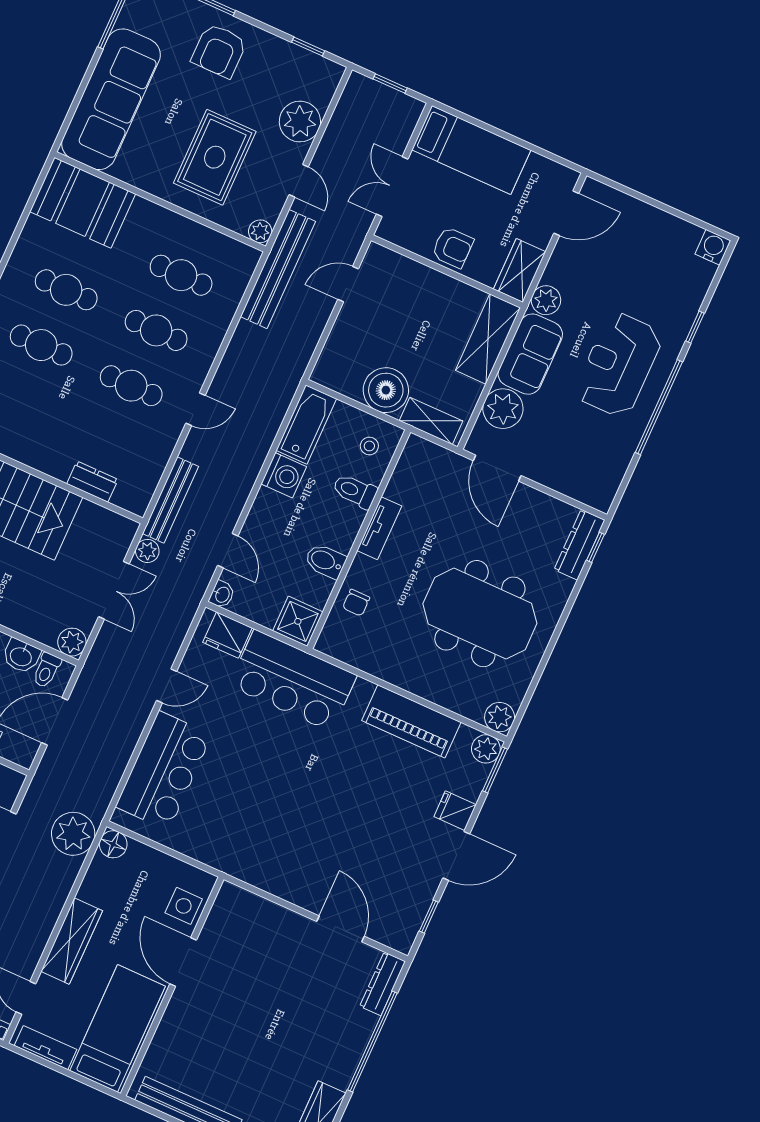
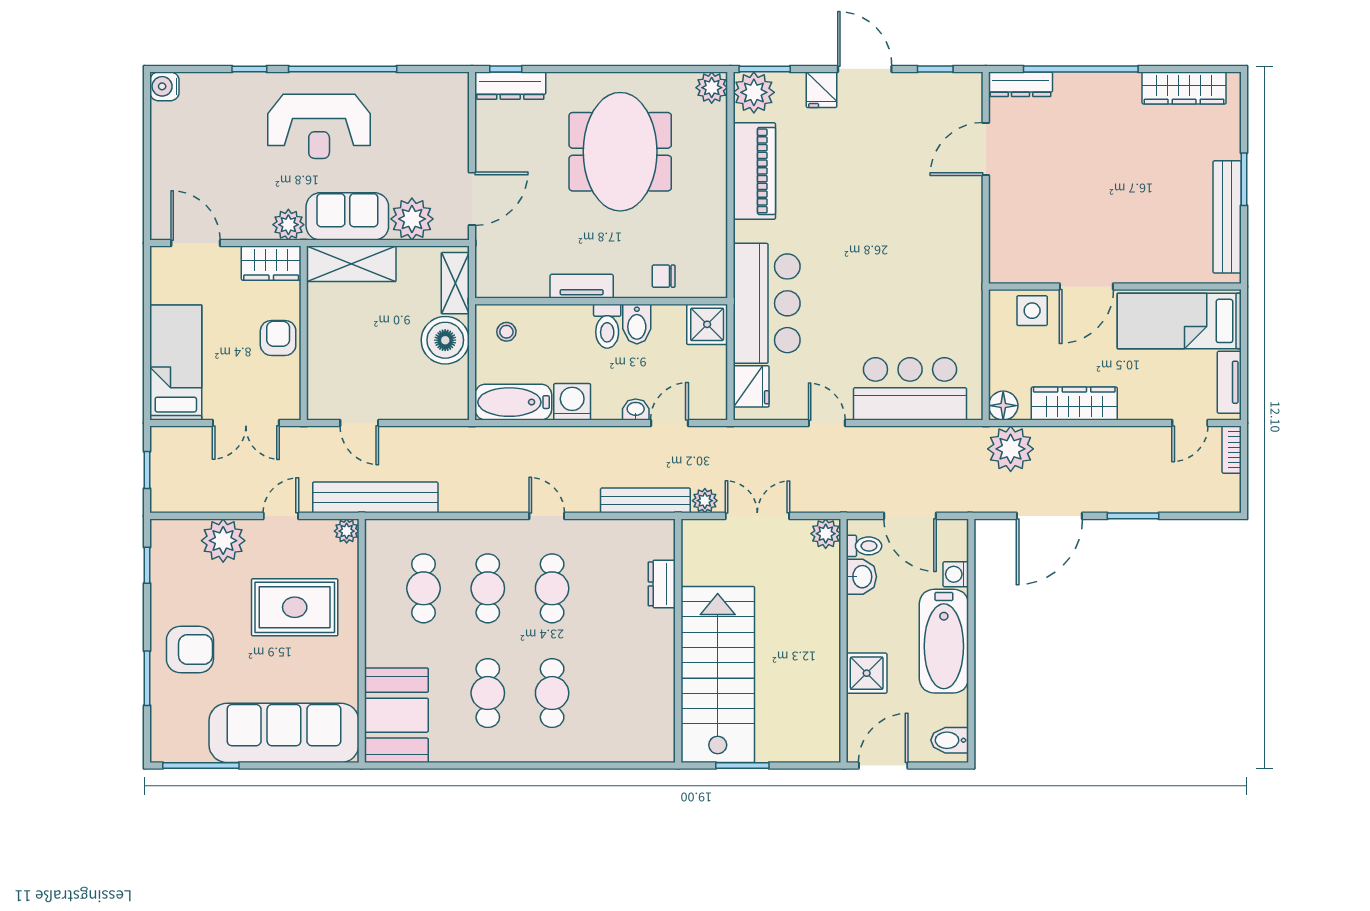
toilet: (355, 491) -> (607, 326), moved
washbasin: (222, 594) -> (636, 409), moved
chair: (356, 603) -> (664, 276), turned 180
plant: (486, 749) -> (754, 92), width x1.36, depth x1.36
wardrobe: (72, 941) -> (1074, 404), moved

